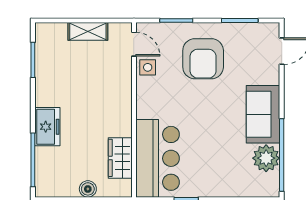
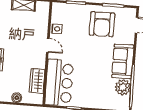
door: (134, 44) -> (48, 45), moved
armchair: (203, 59) -> (102, 24), moved

